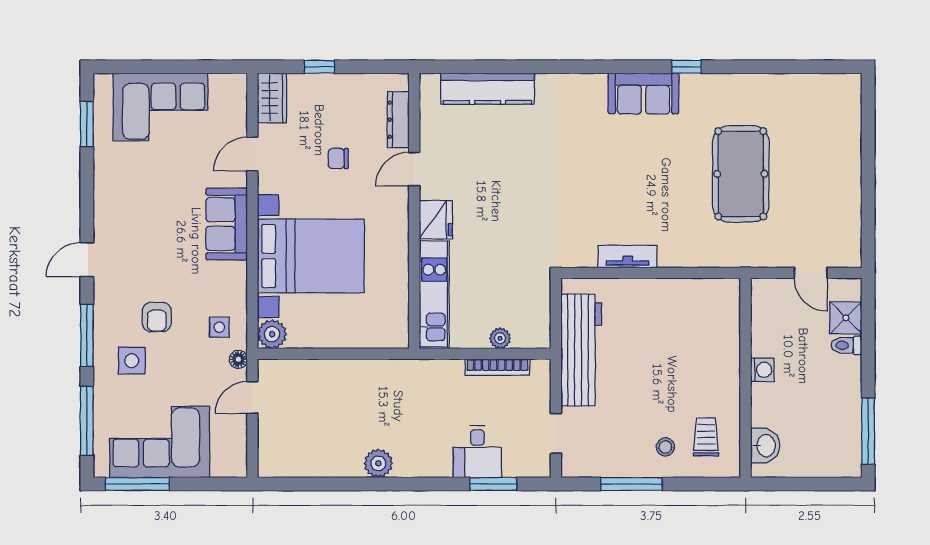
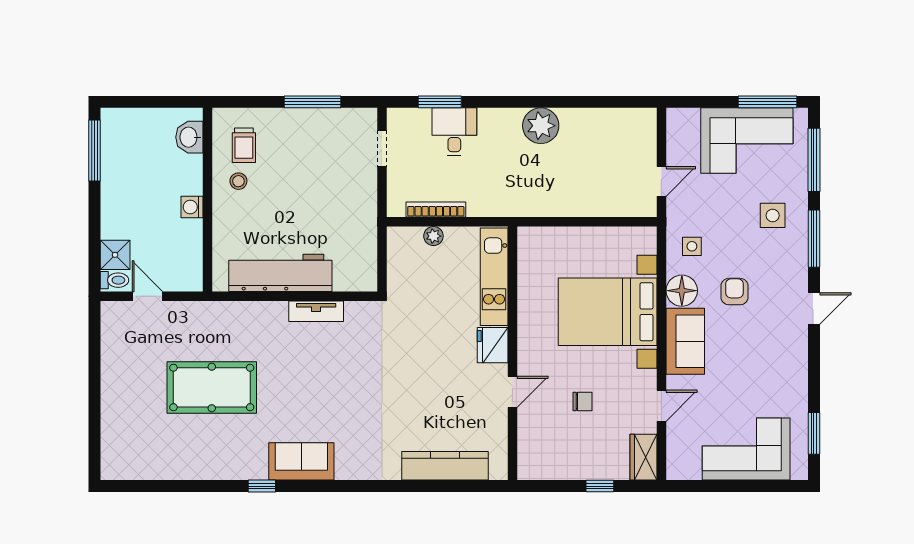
dresser: (398, 120) -> (527, 437), removed
pool table: (741, 174) -> (212, 387), turned 90
armchair: (157, 317) -> (734, 292), moved
plant: (272, 334) -> (643, 240), removed
toilet: (846, 345) -> (114, 280), moved
workbench: (581, 350) -> (280, 273), moved, turned 90
floor lamp: (238, 359) -> (682, 291), moved, width x1.89, depth x1.89
stool: (665, 447) -> (238, 181), moved
plant: (378, 463) -> (541, 126), width x1.36, depth x1.36

